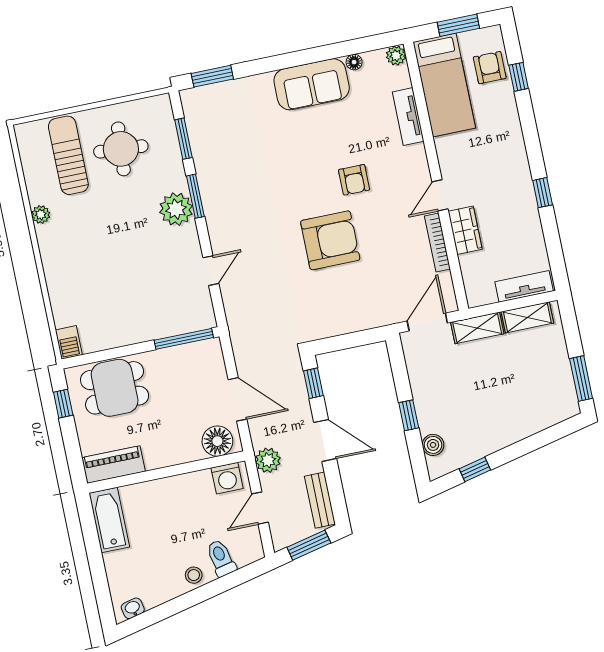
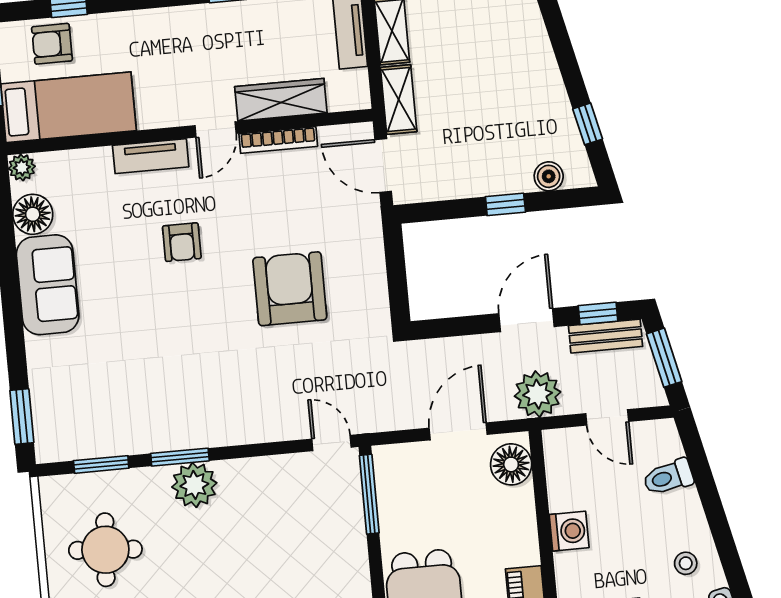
floor lamp: (354, 62) -> (33, 214), width x1.89, depth x1.89
tv unit: (408, 117) -> (151, 156), moved
armchair: (354, 180) -> (182, 242), turned 90
door: (440, 195) -> (216, 130), hinge flipped
wardrobe: (465, 230) -> (281, 100), width x1.50
armchair: (330, 240) -> (290, 289), moved
door: (211, 271) -> (331, 443), moved
window: (313, 383) -> (598, 313), moved
plant: (268, 460) -> (538, 394), width x1.36, depth x1.36
washing machine: (227, 478) -> (569, 531), moved
stool: (194, 575) -> (686, 563), moved

